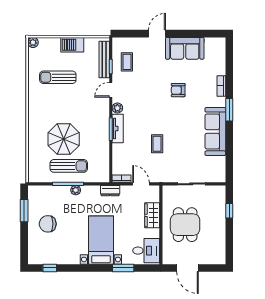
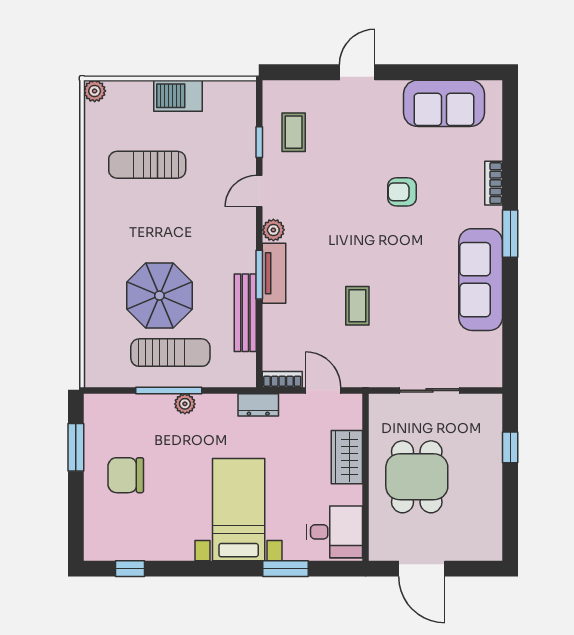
sofa: (185, 48) -> (444, 103), moved
bench: (104, 60) -> (245, 313), moved

